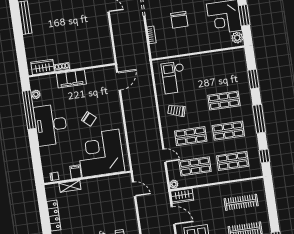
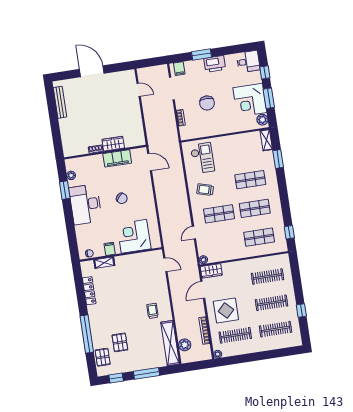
shelving: (241, 59) -> (266, 140), added
wardrobe: (43, 67) -> (113, 144), moved
checkout: (174, 77) -> (202, 158), turned 180
filing cabinet: (71, 79) -> (117, 158), moved
door: (118, 81) -> (150, 162), hinge flipped
window: (29, 110) -> (65, 190), width x0.47
window: (259, 119) -> (284, 197), removed
corner desk: (101, 153) -> (134, 236), width x0.74, depth x0.74
door: (164, 156) -> (194, 233), swing flipped
shop shelf: (195, 166) -> (223, 243), removed
door: (173, 216) -> (203, 290), swing flipped

